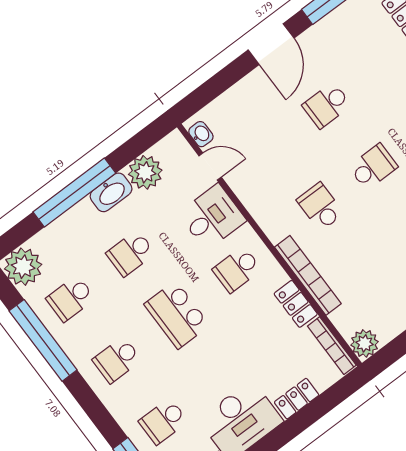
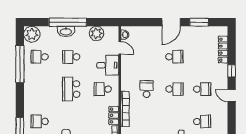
school desk: (327, 105) -> (174, 57), turned 180
washbasin: (111, 192) -> (66, 31), moved
school desk: (117, 360) -> (40, 89), removed

